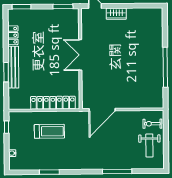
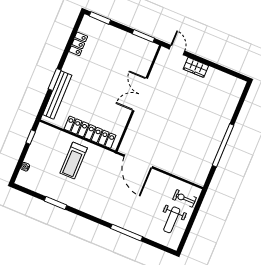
bench: (13, 67) -> (57, 95), moved
door: (102, 110) -> (138, 161), hinge flipped
treadmill: (49, 131) -> (74, 160), turned 90

